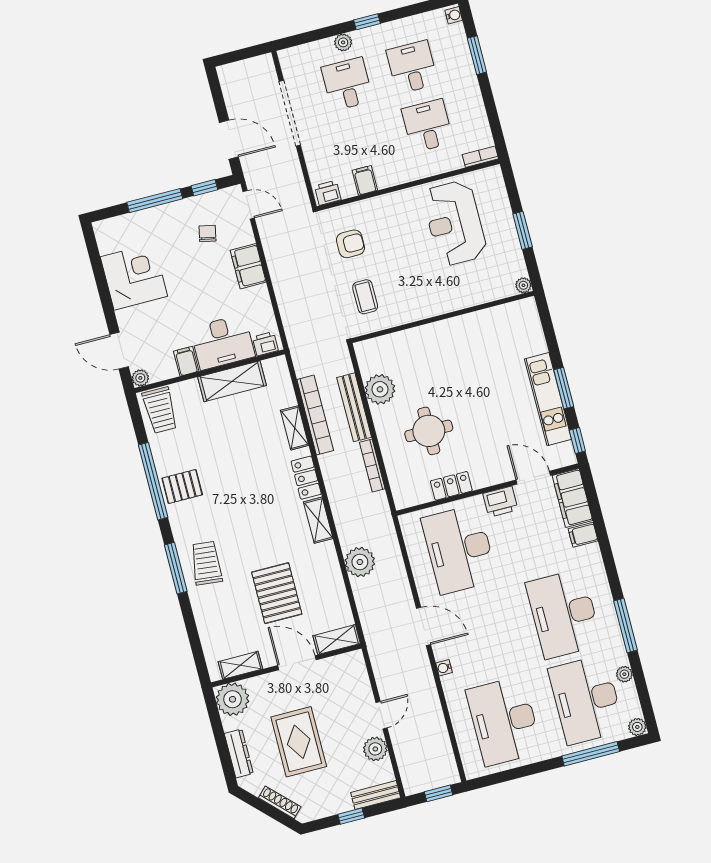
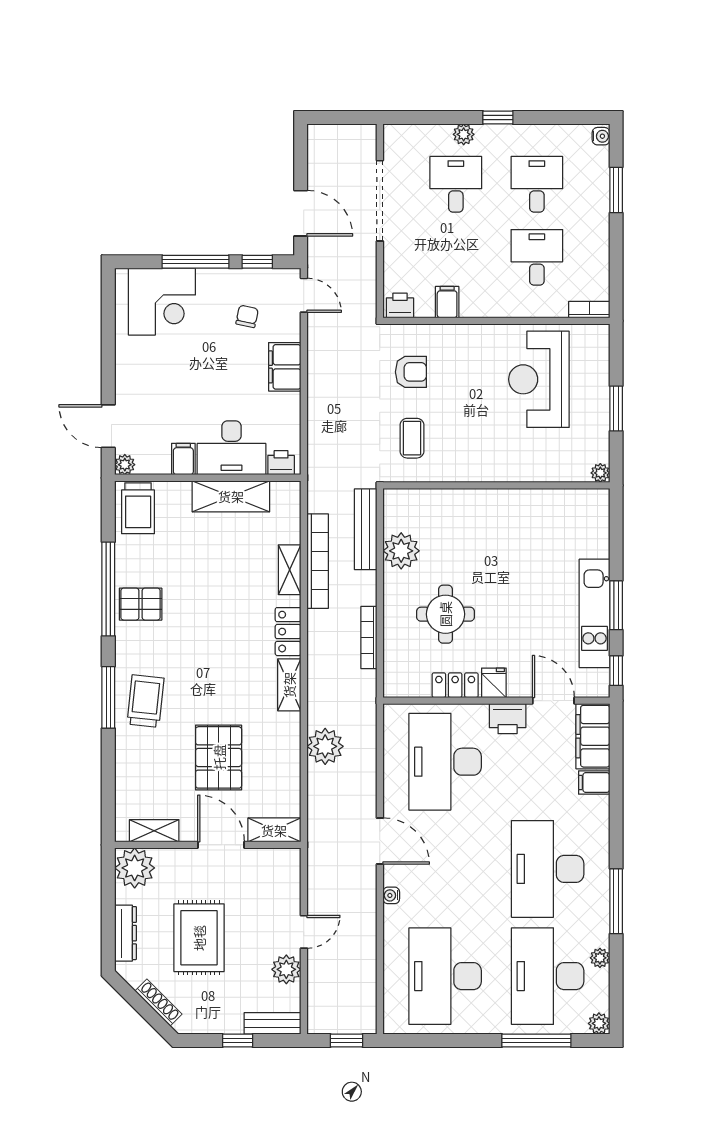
corner desk: (134, 277) -> (162, 302), moved, turned 90
bench: (354, 407) -> (366, 529), moved
fridge: (482, 476) -> (494, 683), added

